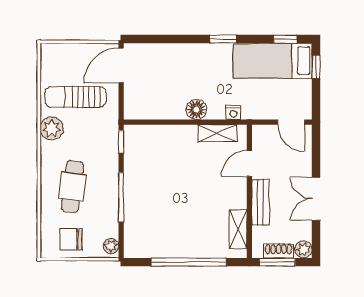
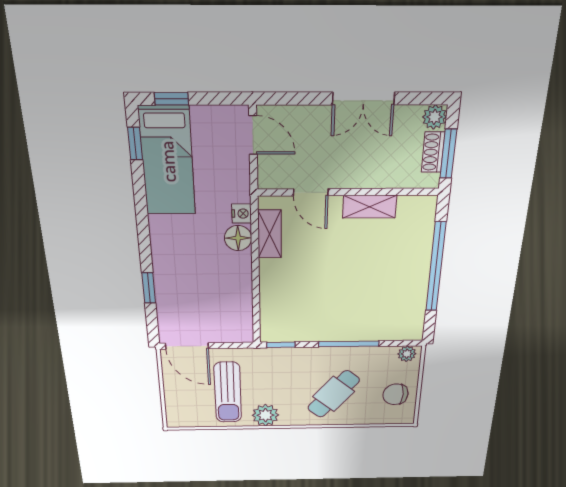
window: (223, 39) -> (149, 288), moved
floor lamp: (196, 109) -> (238, 238), moved
door: (291, 122) -> (253, 135), hinge flipped
cafe table: (72, 186) -> (334, 394), turned -57
bench: (261, 202) -> (364, 177), removed
shelving: (238, 229) -> (370, 207), moved
chair: (71, 239) -> (395, 394), turned 90

